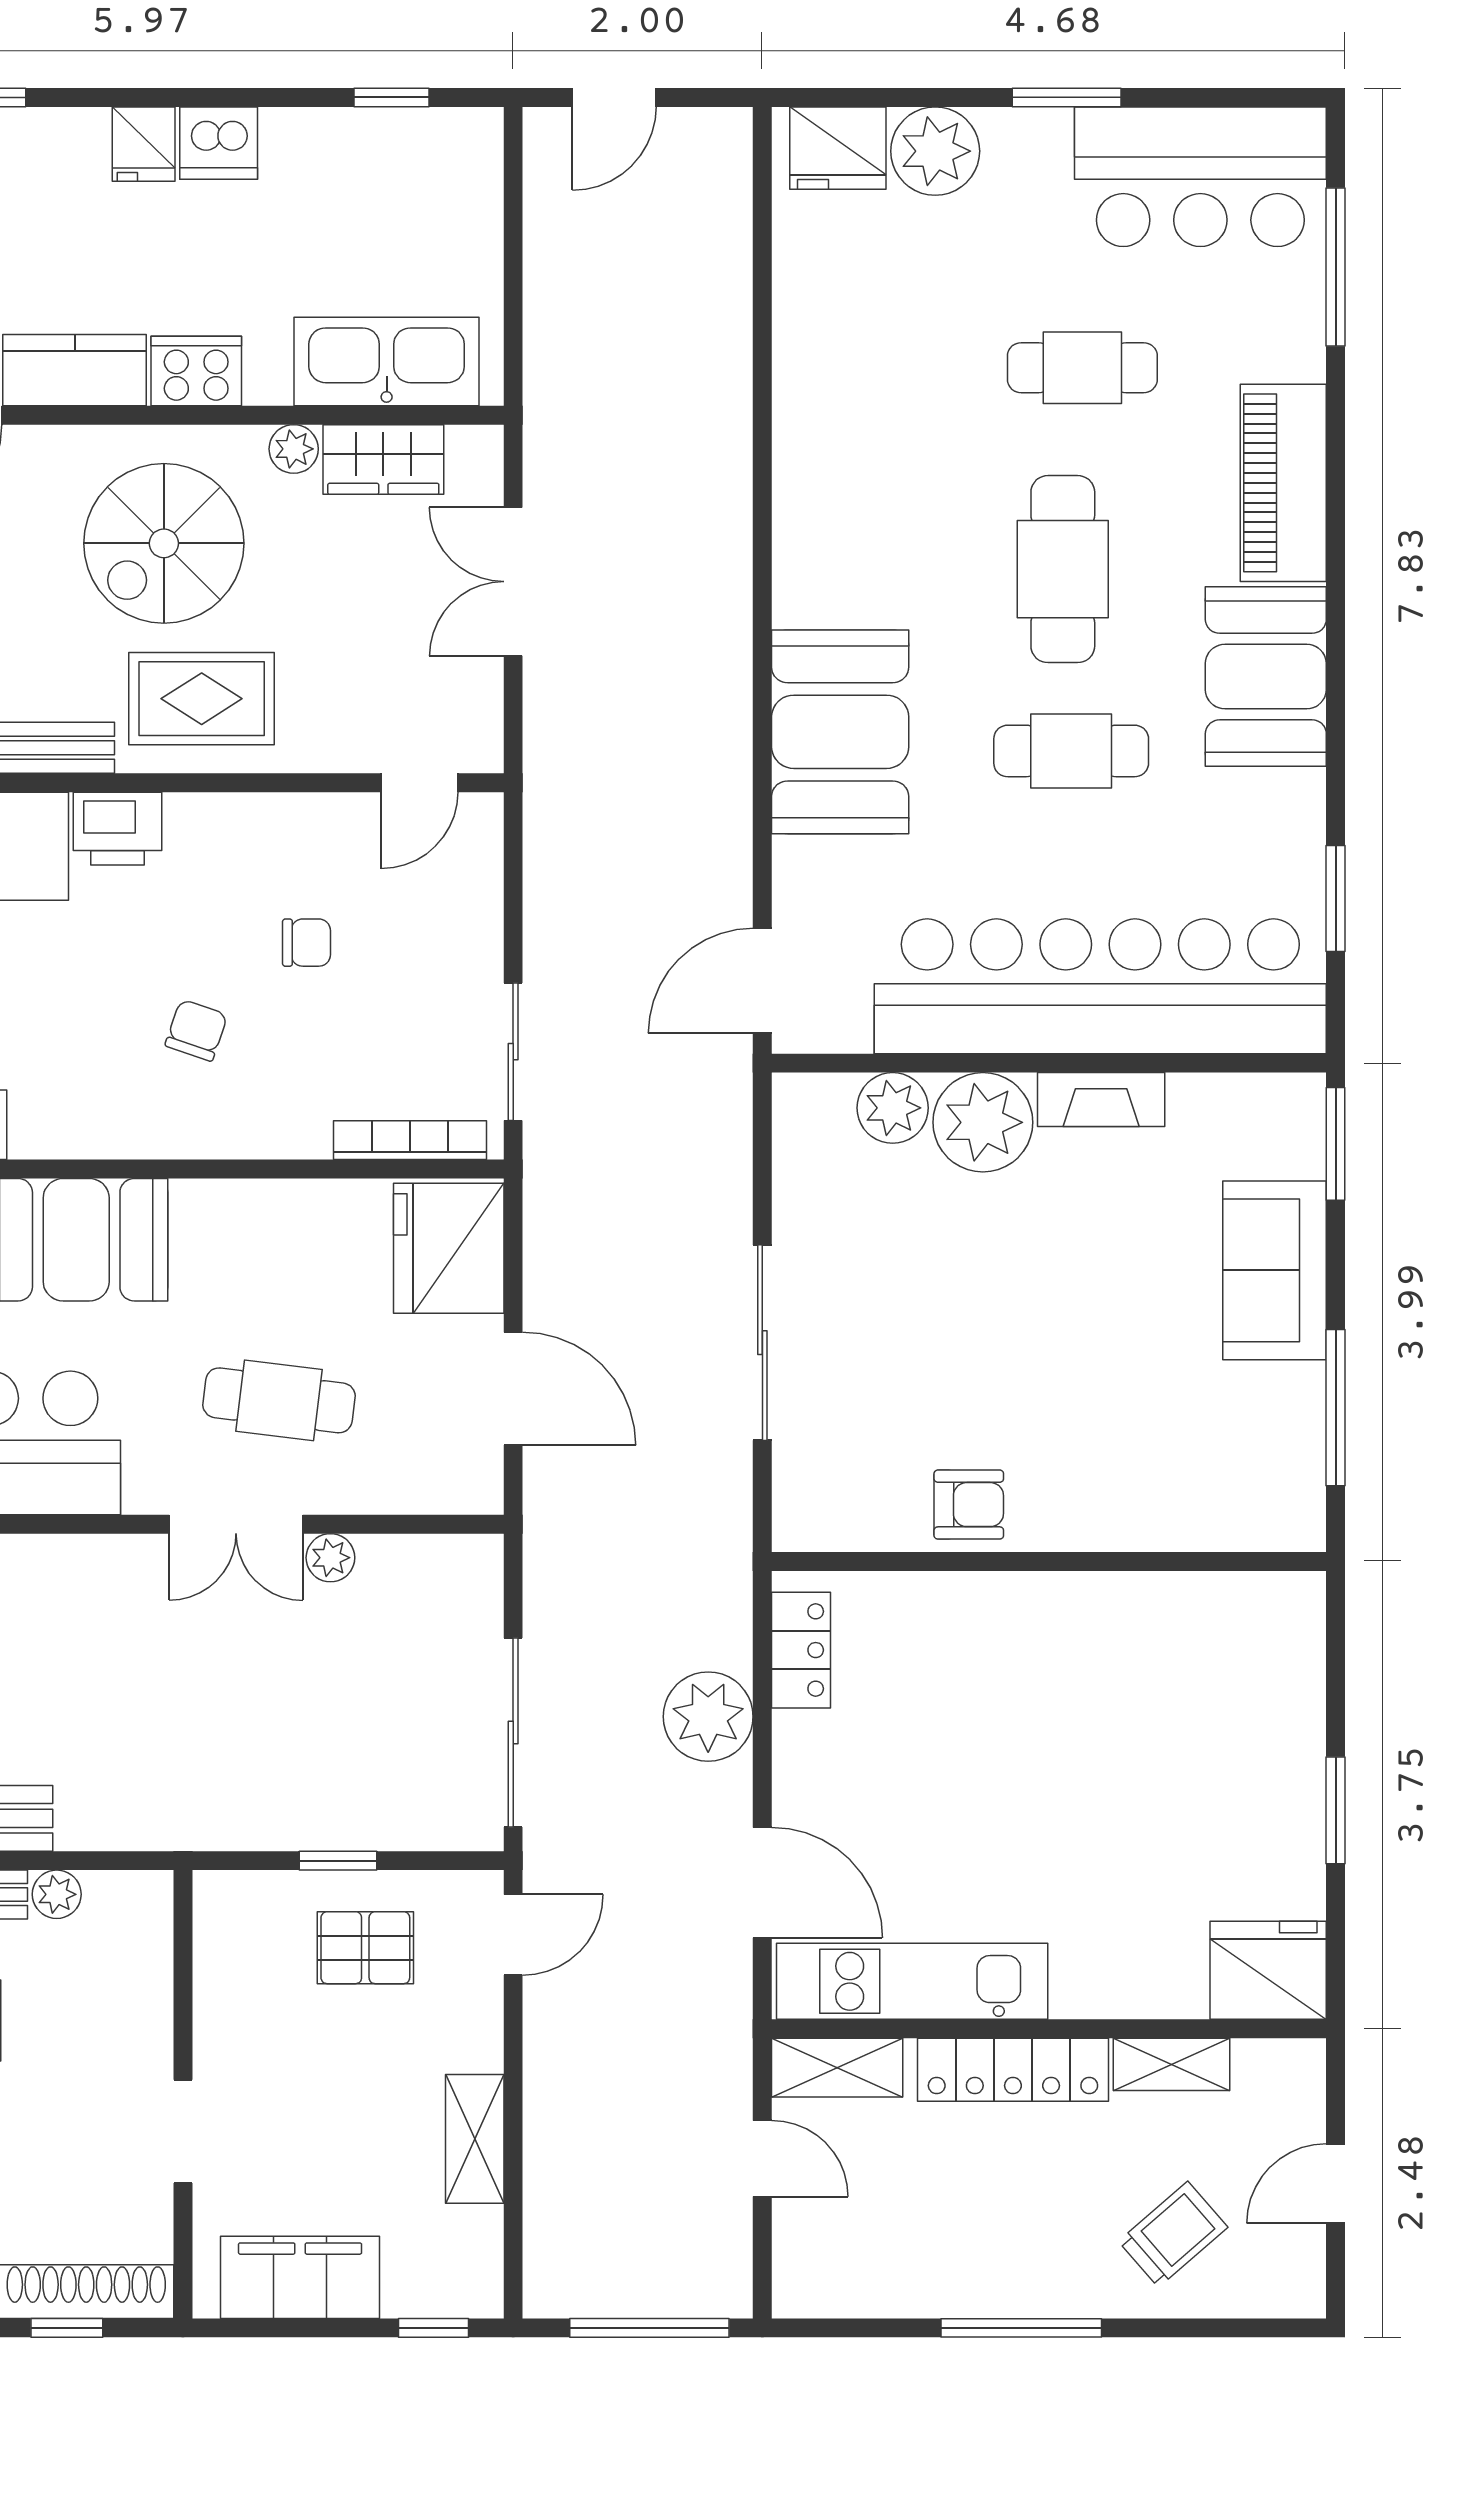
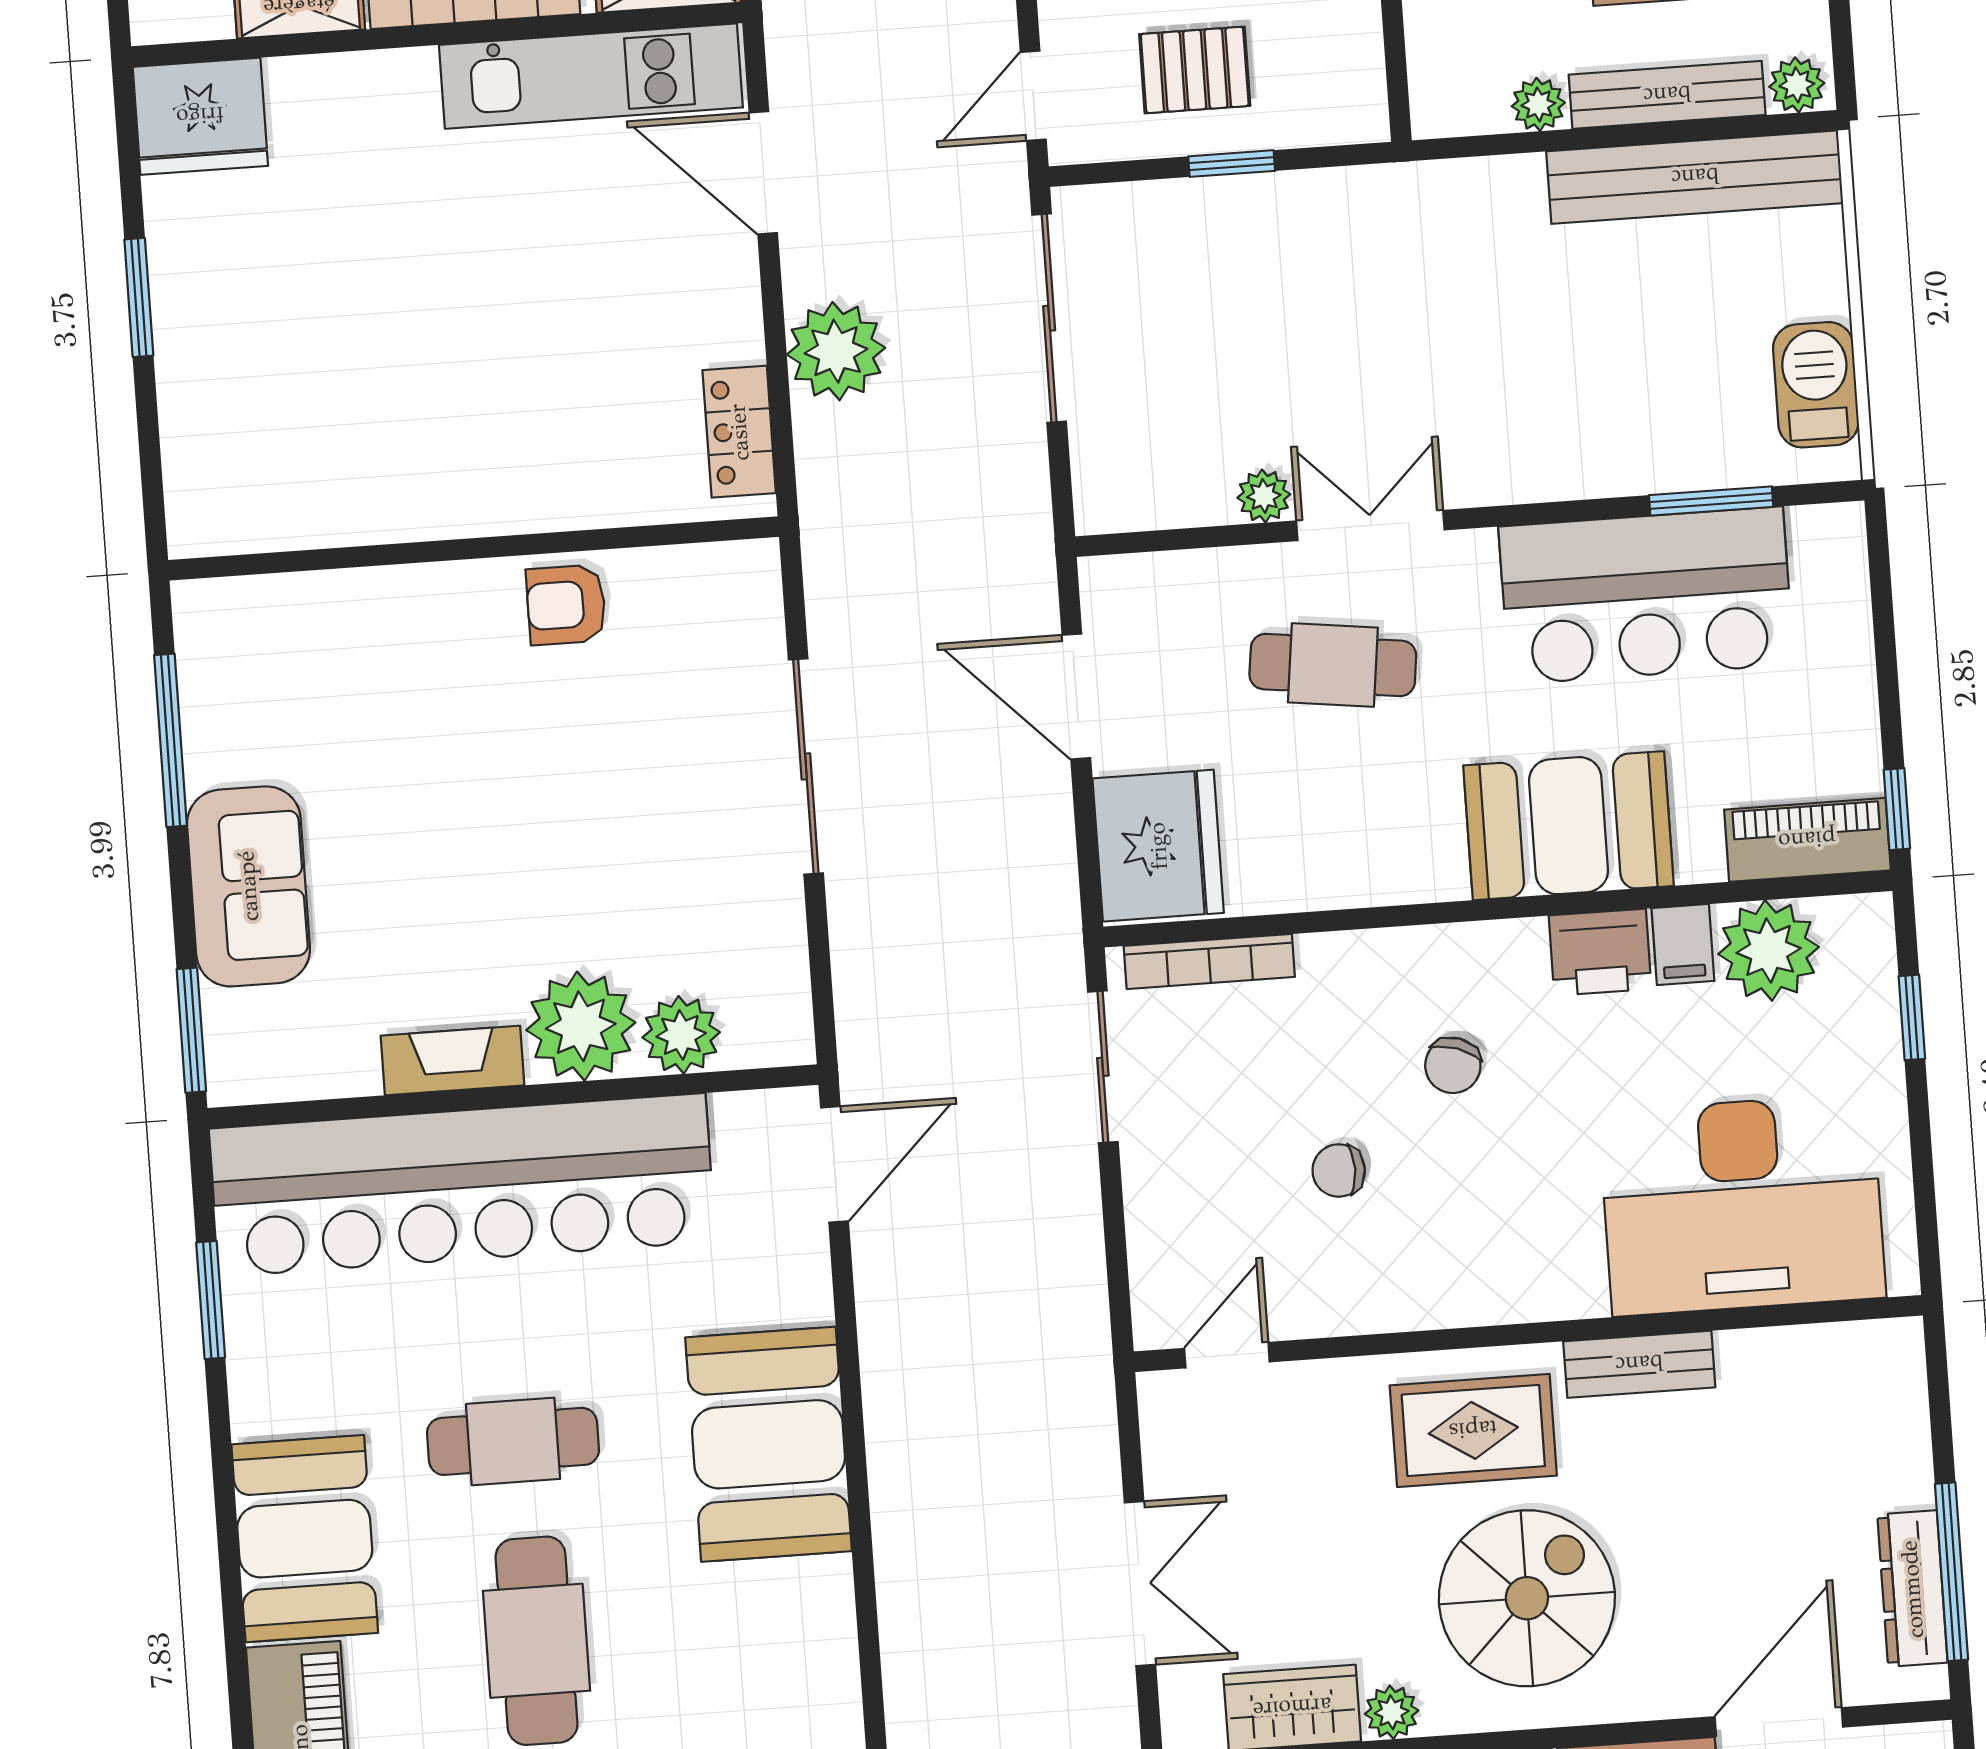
printer: (118, 829) -> (1600, 952), moved, turned 180

